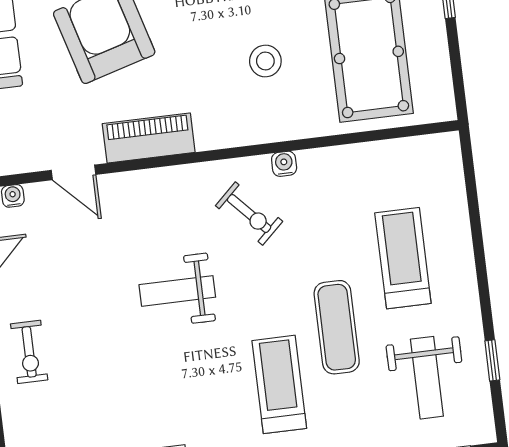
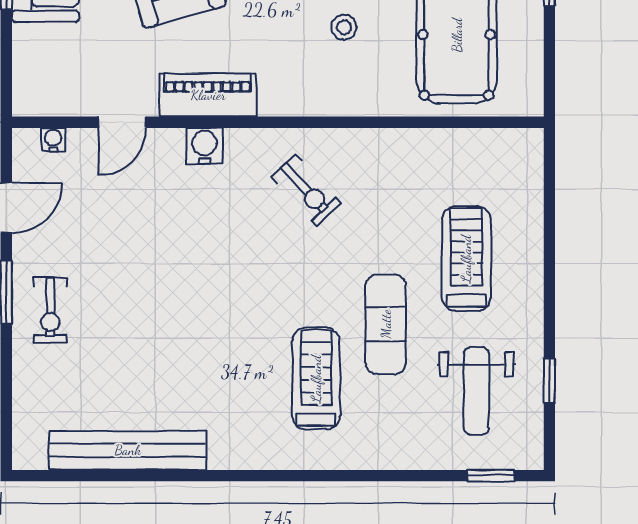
stool: (265, 61) -> (344, 27), width x0.73, depth x0.73
water cooler: (284, 164) -> (204, 146), moved, width x1.38, depth x1.38
door: (74, 172) -> (122, 122), hinge flipped
weight bench: (177, 291) -> (218, 264), removed

